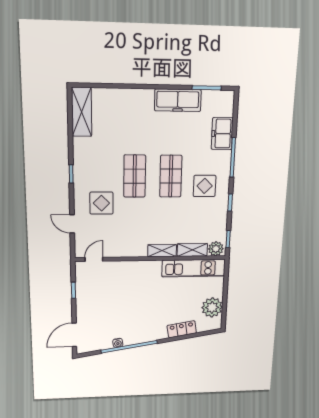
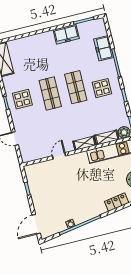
freezer: (178, 100) -> (66, 34), width x0.71
display table: (101, 203) -> (22, 99), moved
door: (94, 259) -> (59, 156), moved

